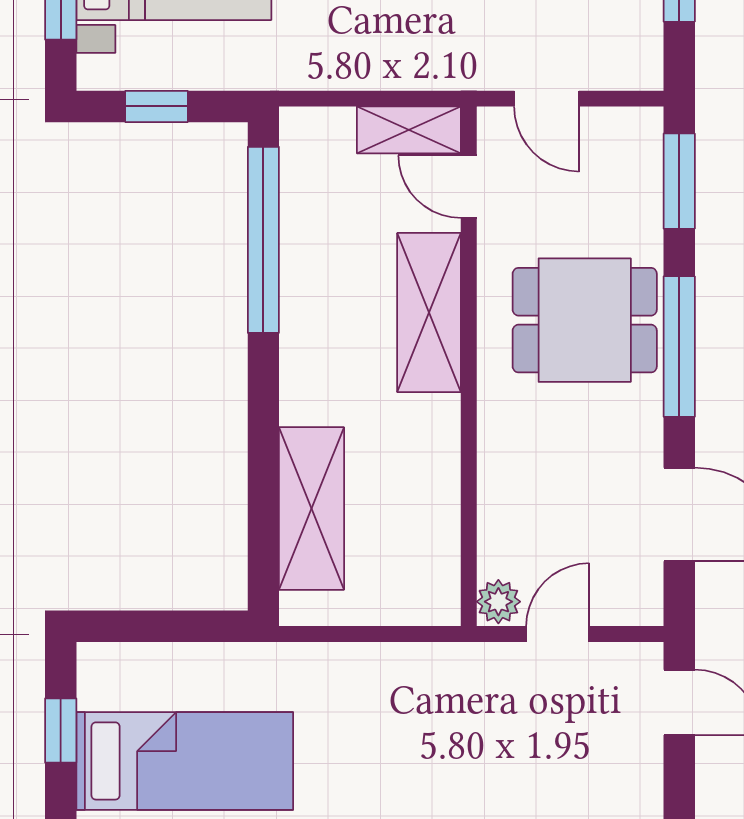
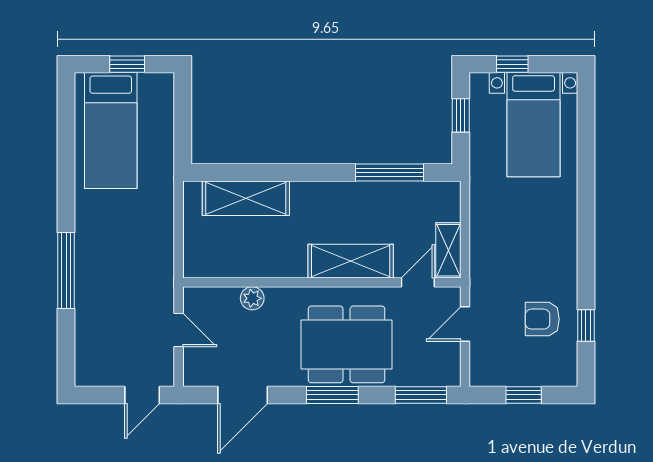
window: (263, 240) -> (389, 173), width x0.68
dining table: (585, 320) -> (347, 344), width x1.38
window: (679, 347) -> (332, 395), width x0.69
plant: (498, 602) -> (252, 298), moved

